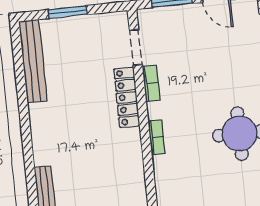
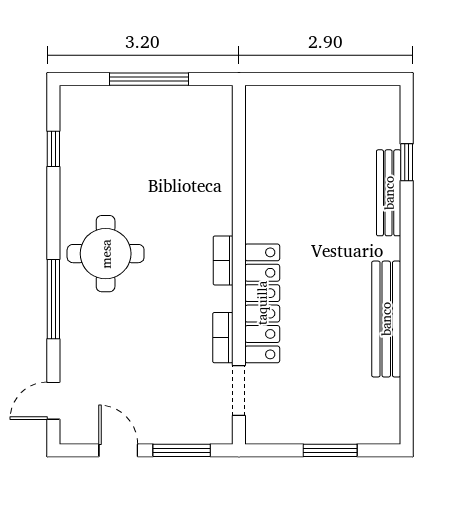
bench: (33, 61) -> (386, 319), moved
locker: (127, 97) -> (262, 303), width x1.41, depth x1.21

